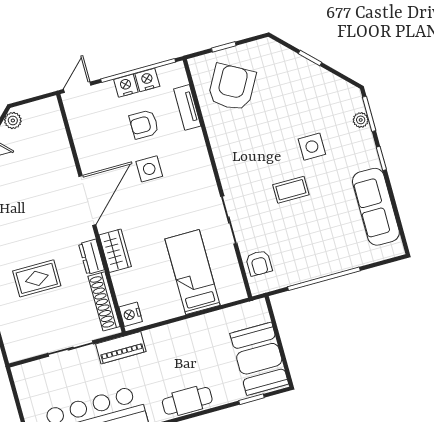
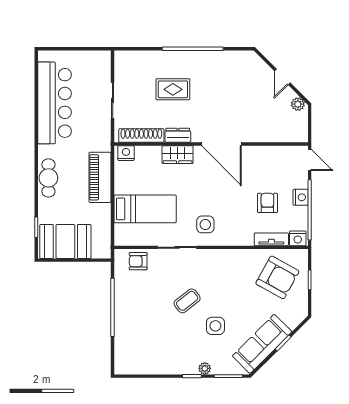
nightstand: (147, 80) -> (298, 238), moved, turned 90
plant: (361, 120) -> (205, 368), moved
side table: (149, 169) -> (205, 224), moved
coffee table: (291, 190) -> (187, 301), turned 52
sofa: (376, 207) -> (262, 344), moved, turned -45
rug: (37, 278) -> (173, 89), turned 90
piano: (121, 348) -> (100, 177), moved, width x1.37, depth x1.33

